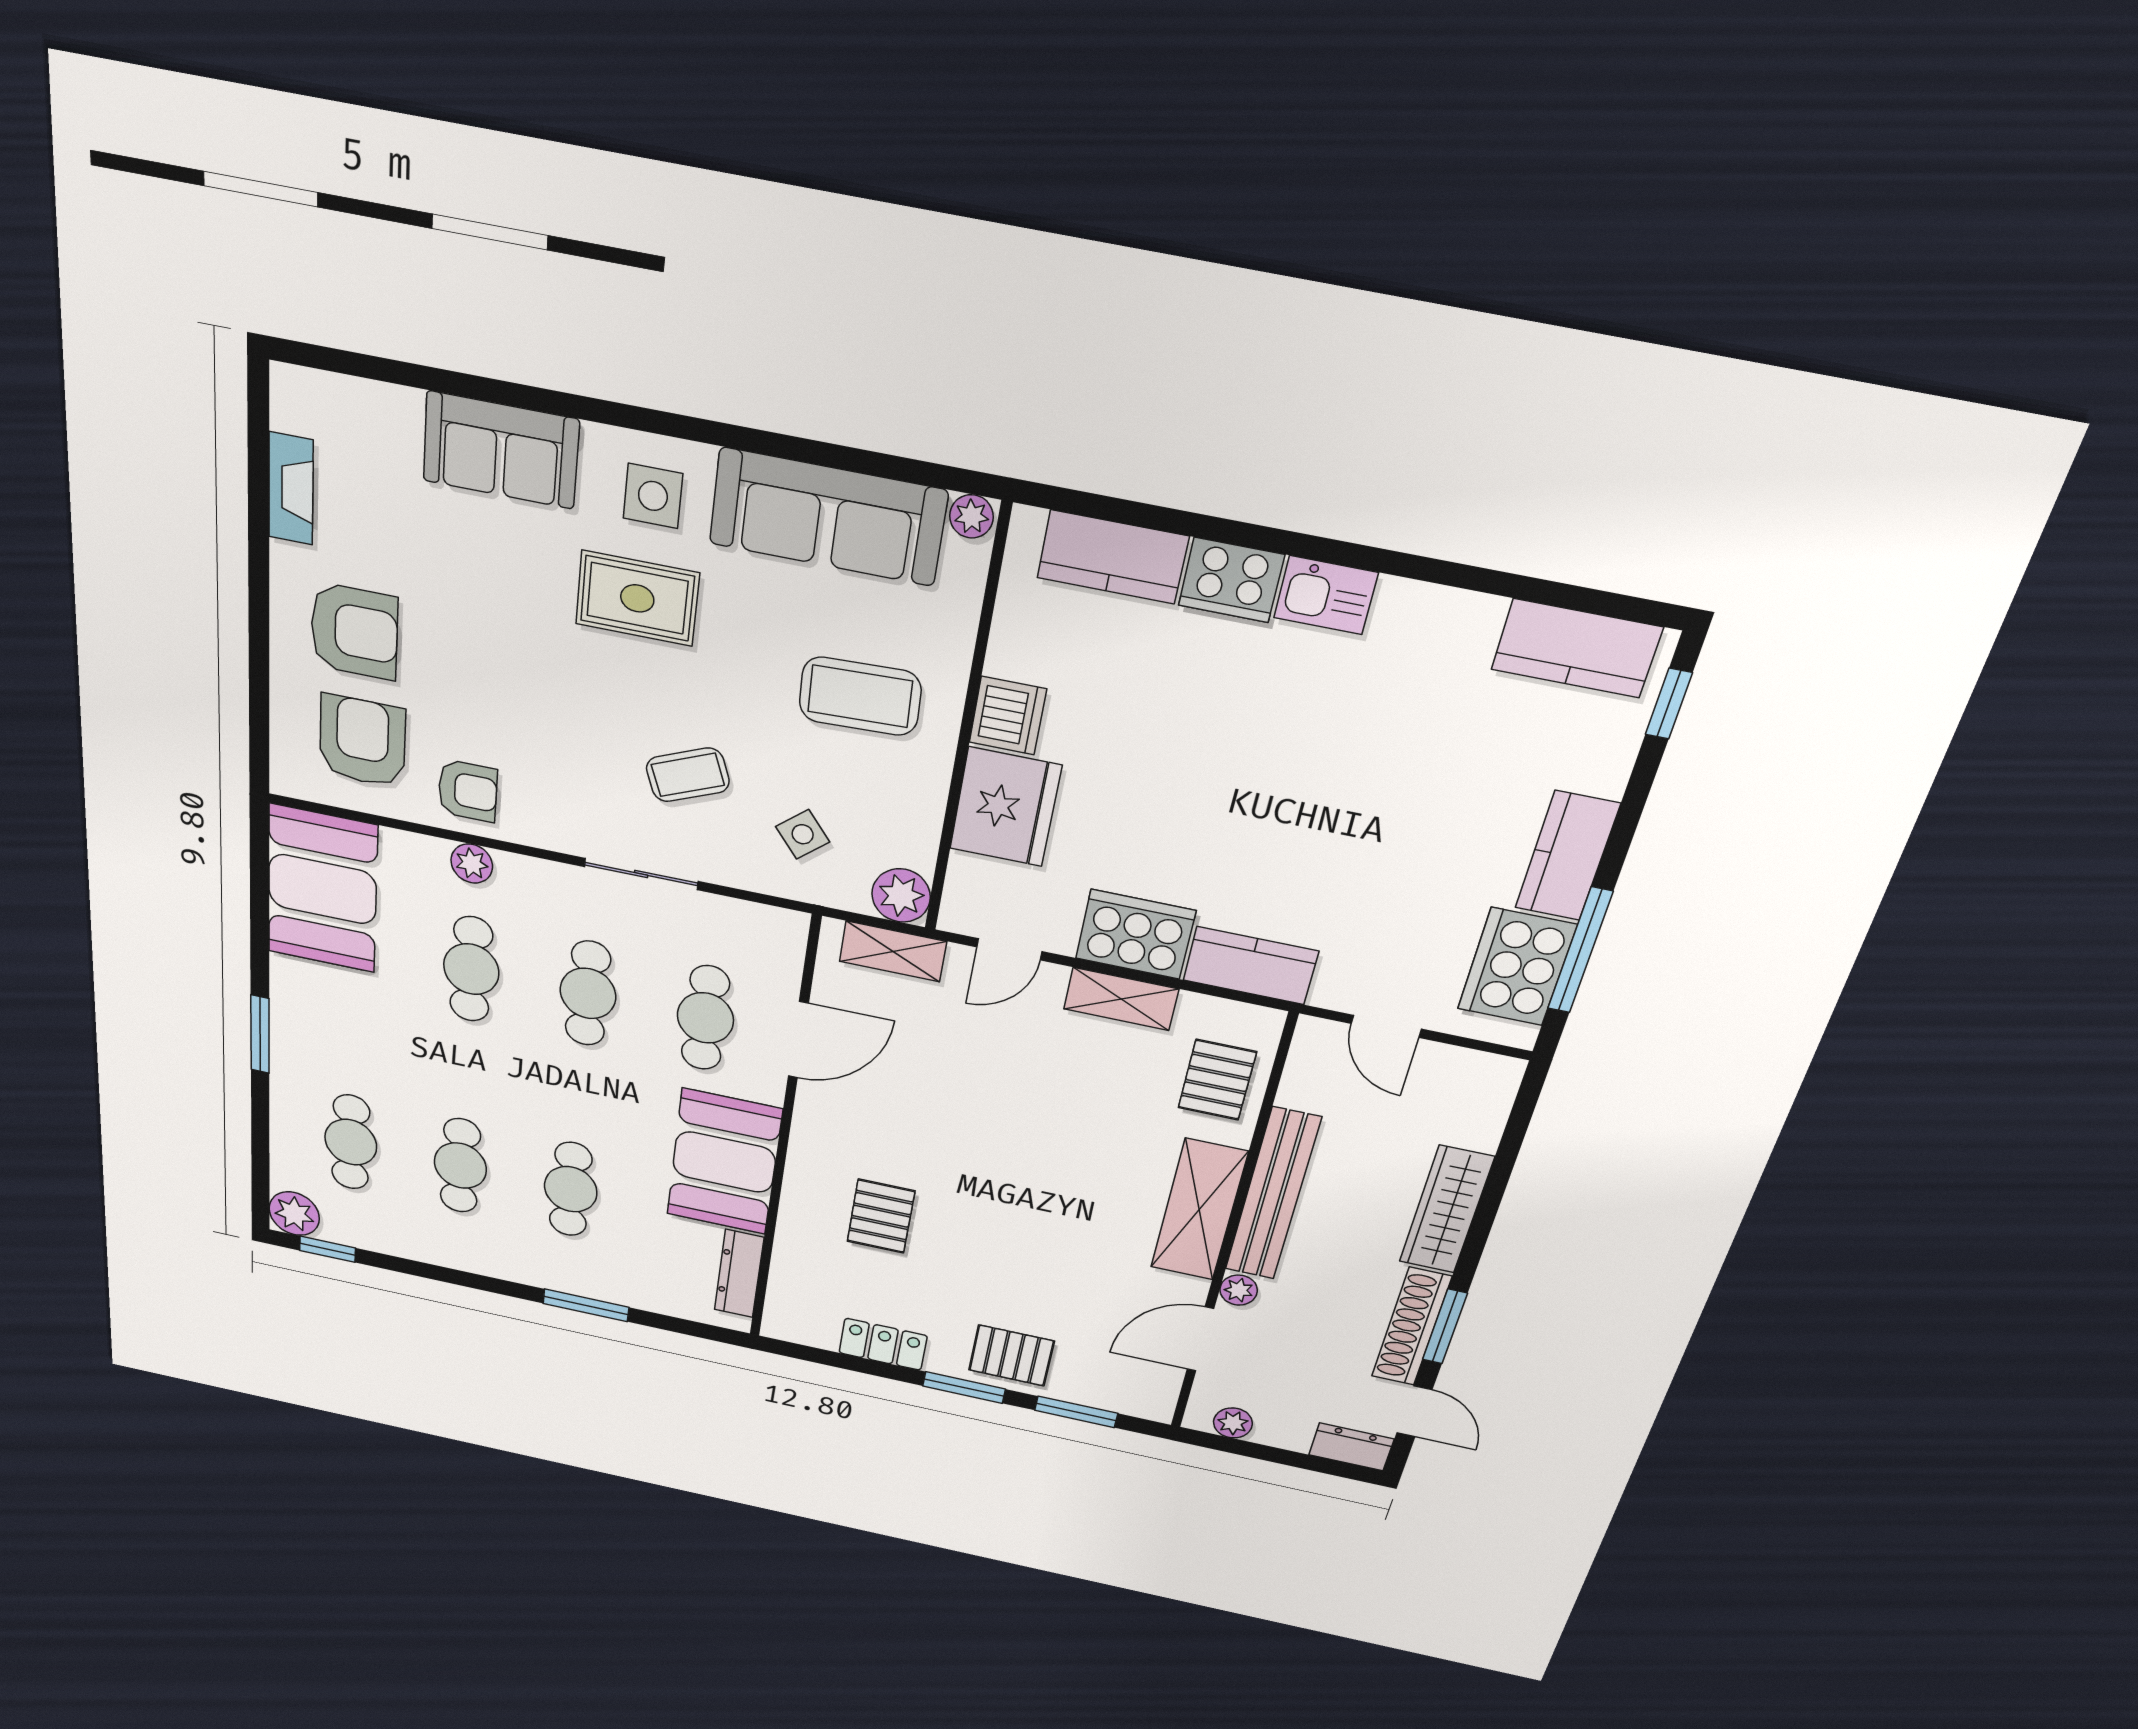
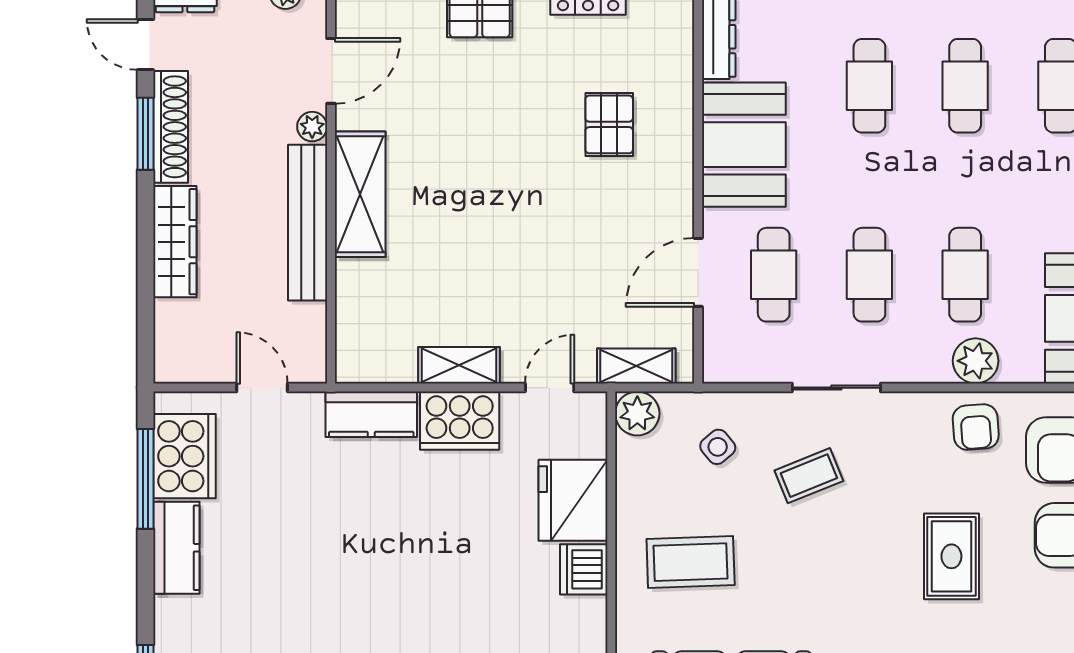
rug: (637, 598) -> (951, 556), moved, turned 90
armchair: (468, 791) -> (976, 427), turned -94
plant: (472, 864) -> (976, 361), width x1.38, depth x1.38
pallet: (1217, 1080) -> (373, 314), removed

